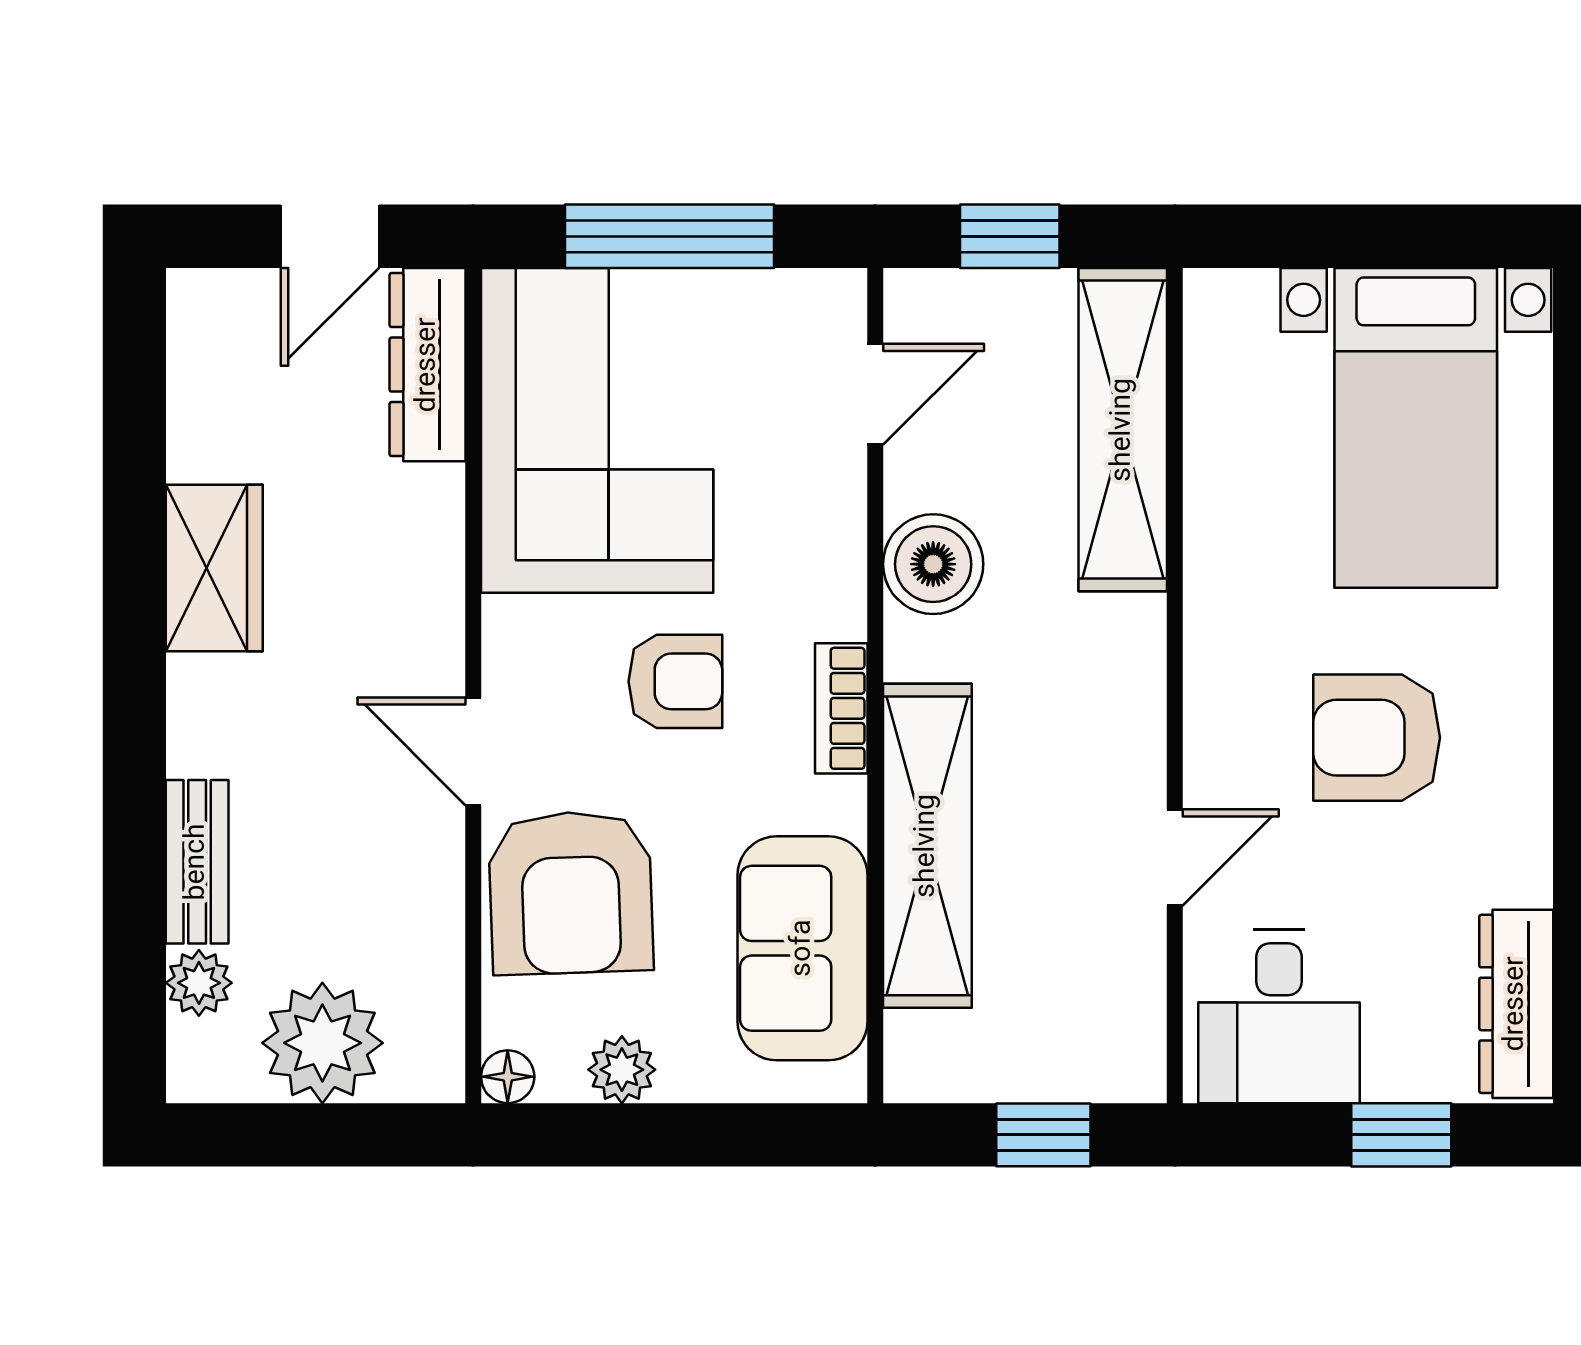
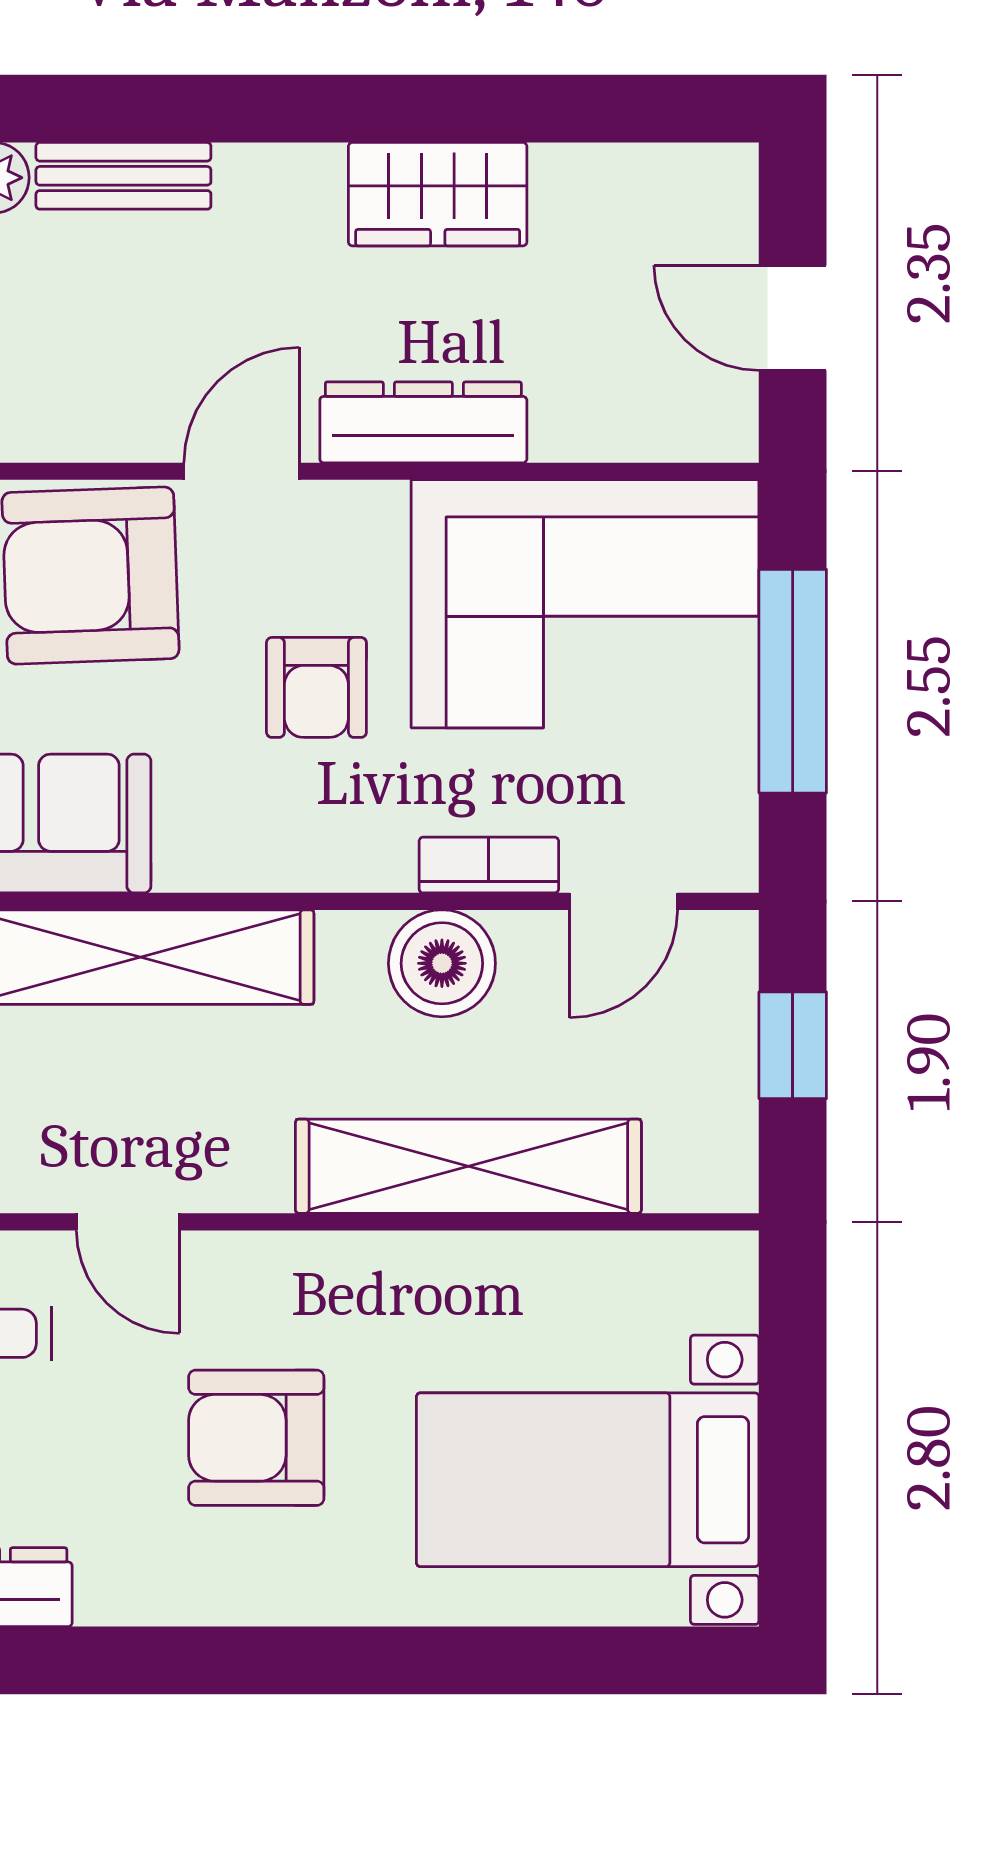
dresser: (428, 365) -> (423, 422), moved
door: (875, 394) -> (624, 901), hinge flipped
shelving: (1123, 430) -> (468, 1166), moved
bookcase: (841, 708) -> (489, 865), moved
armchair: (1377, 738) -> (256, 1438), turned -90

